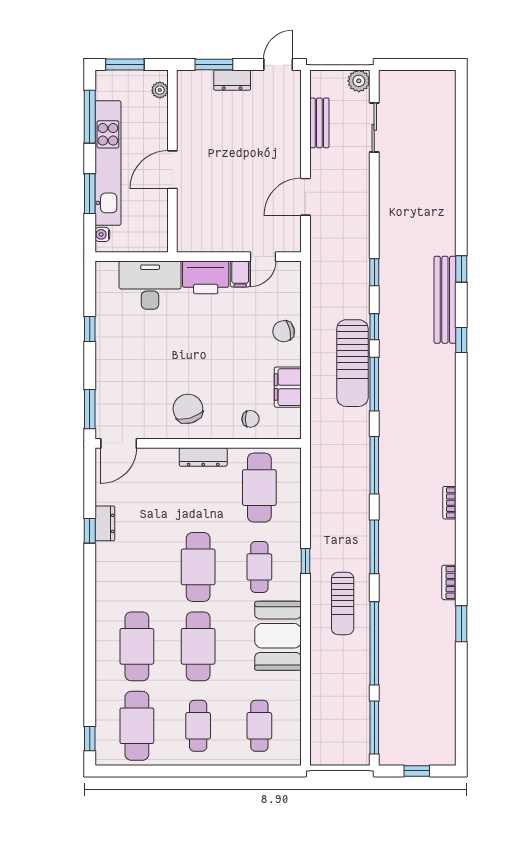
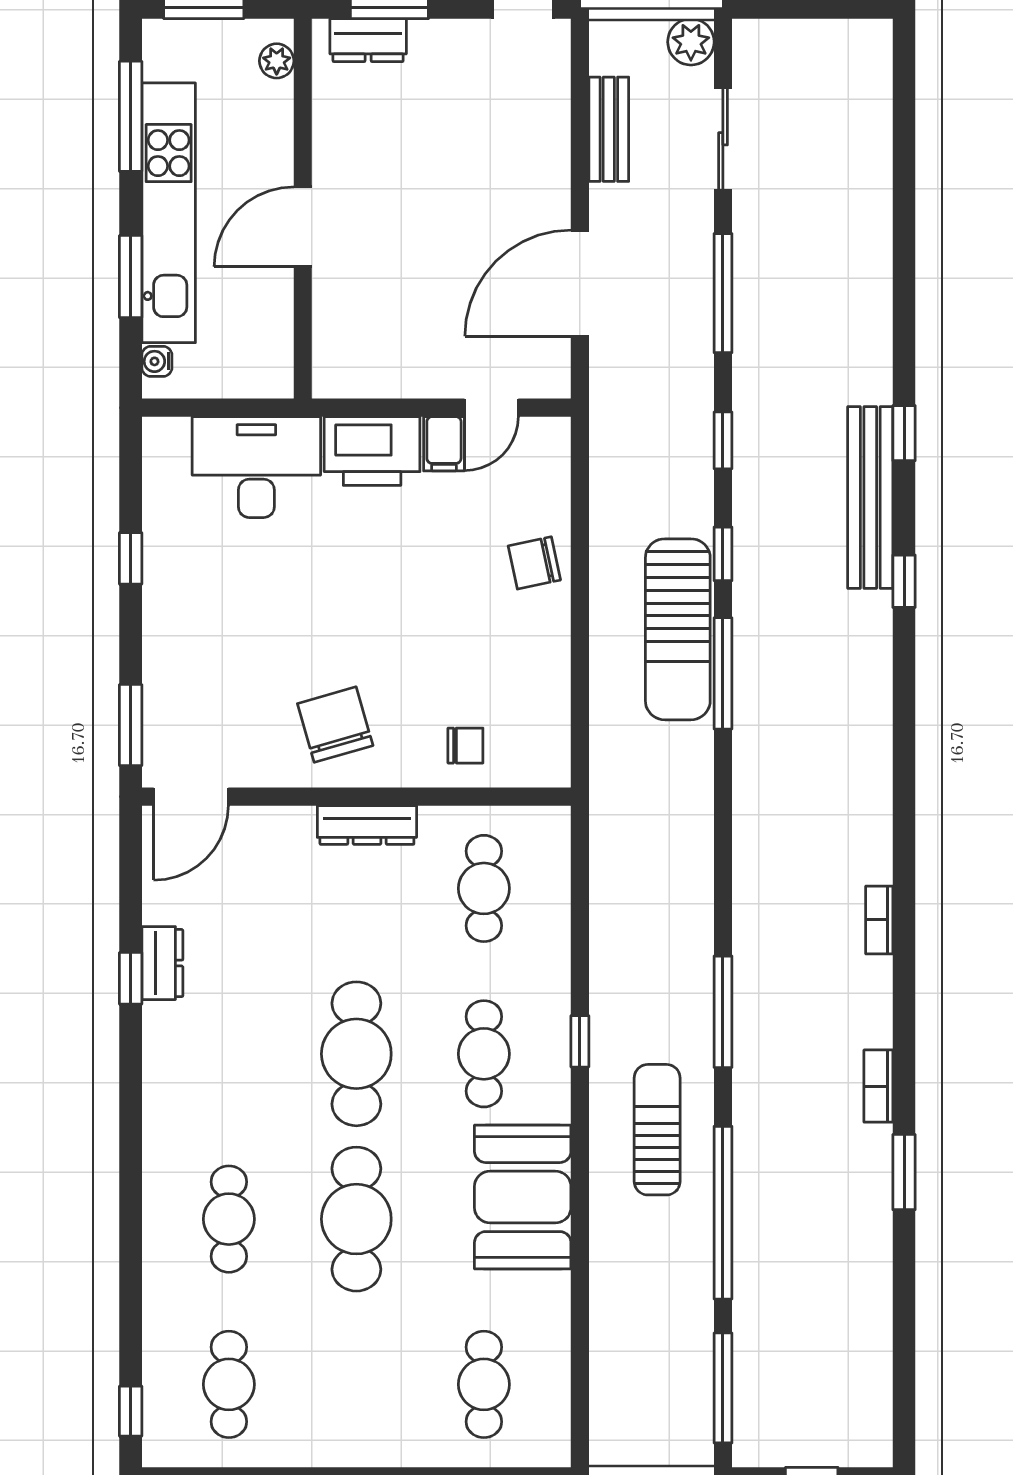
dresser: (232, 80) -> (368, 40), moved
door: (305, 197) -> (580, 283), width x1.36
filing cabinet: (288, 387) -> (543, 679), removed
window: (374, 465) -> (723, 293), moved
cafe table: (259, 488) -> (484, 888), width x0.73, depth x0.74
sun lounger: (343, 603) -> (657, 1130), turned 180
cafe table: (137, 646) -> (229, 1219), width x0.73, depth x0.74
cafe table: (137, 726) -> (229, 1384), width x0.73, depth x0.74
cafe table: (198, 726) -> (356, 1384), removed

